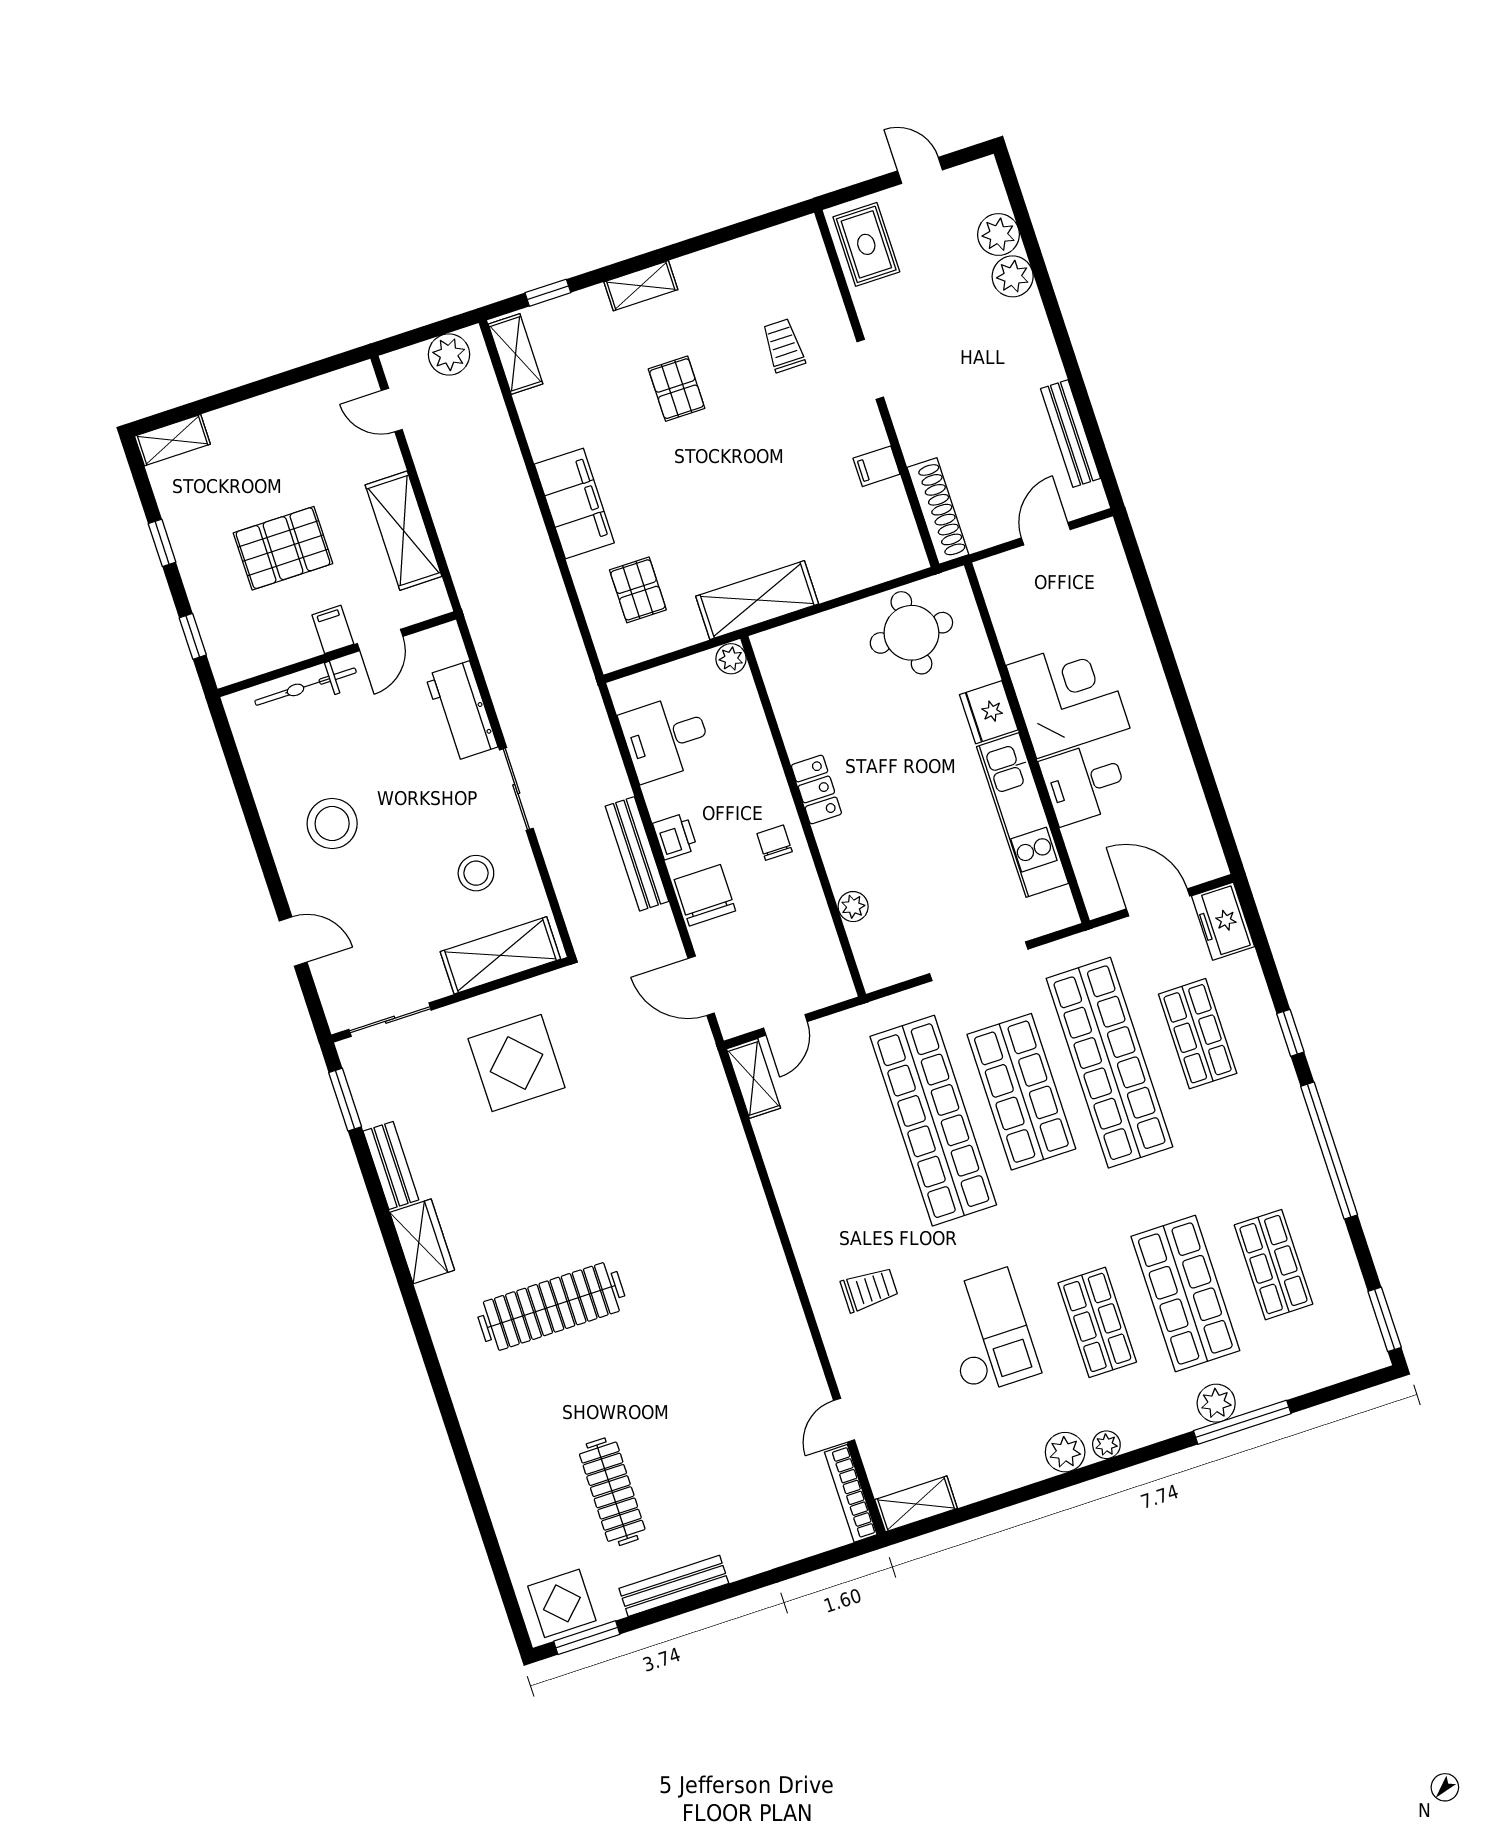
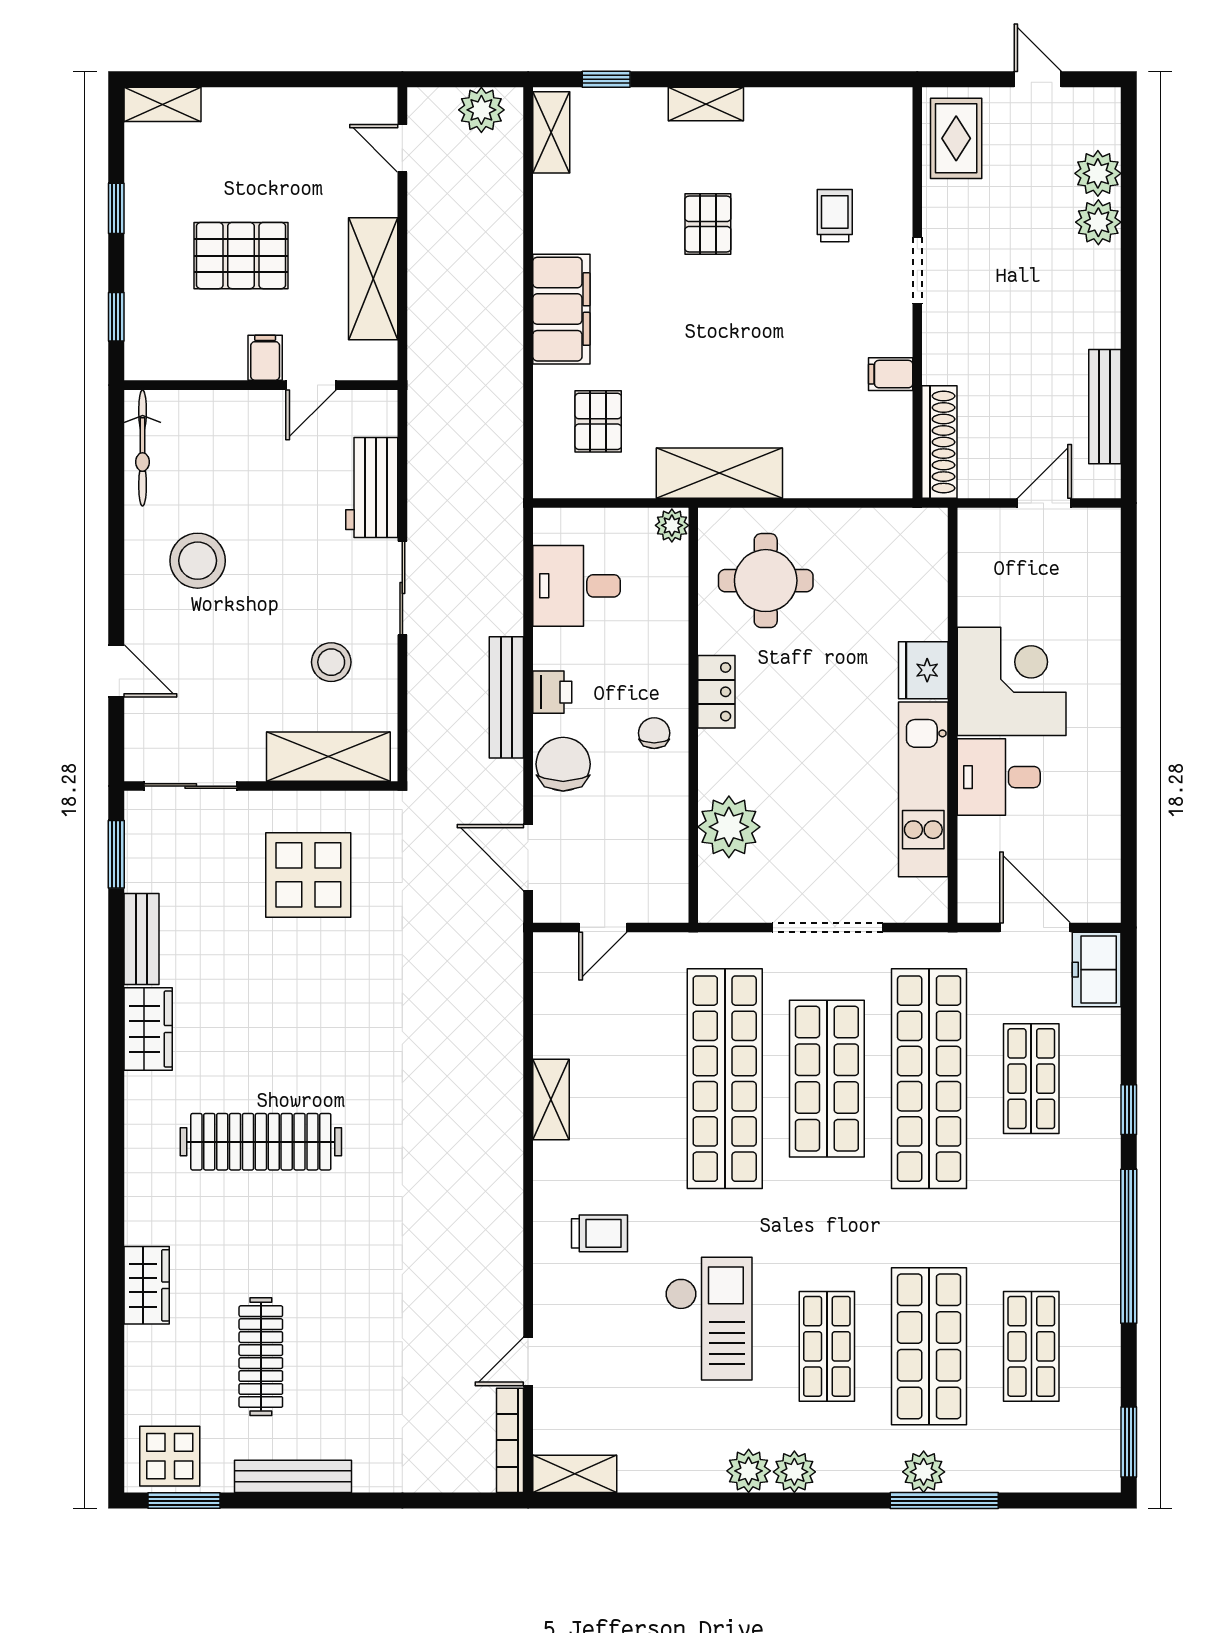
round table: (911, 633) -> (766, 581), moved
bicycle: (306, 687) -> (143, 448), moved, turned -90
plant: (853, 907) -> (729, 827), width x1.87, depth x1.87
shelving: (754, 1078) -> (551, 1100), moved
plant: (1106, 1445) -> (794, 1472), width x1.38, depth x1.38
wardrobe: (494, 1463) -> (147, 1285), added

